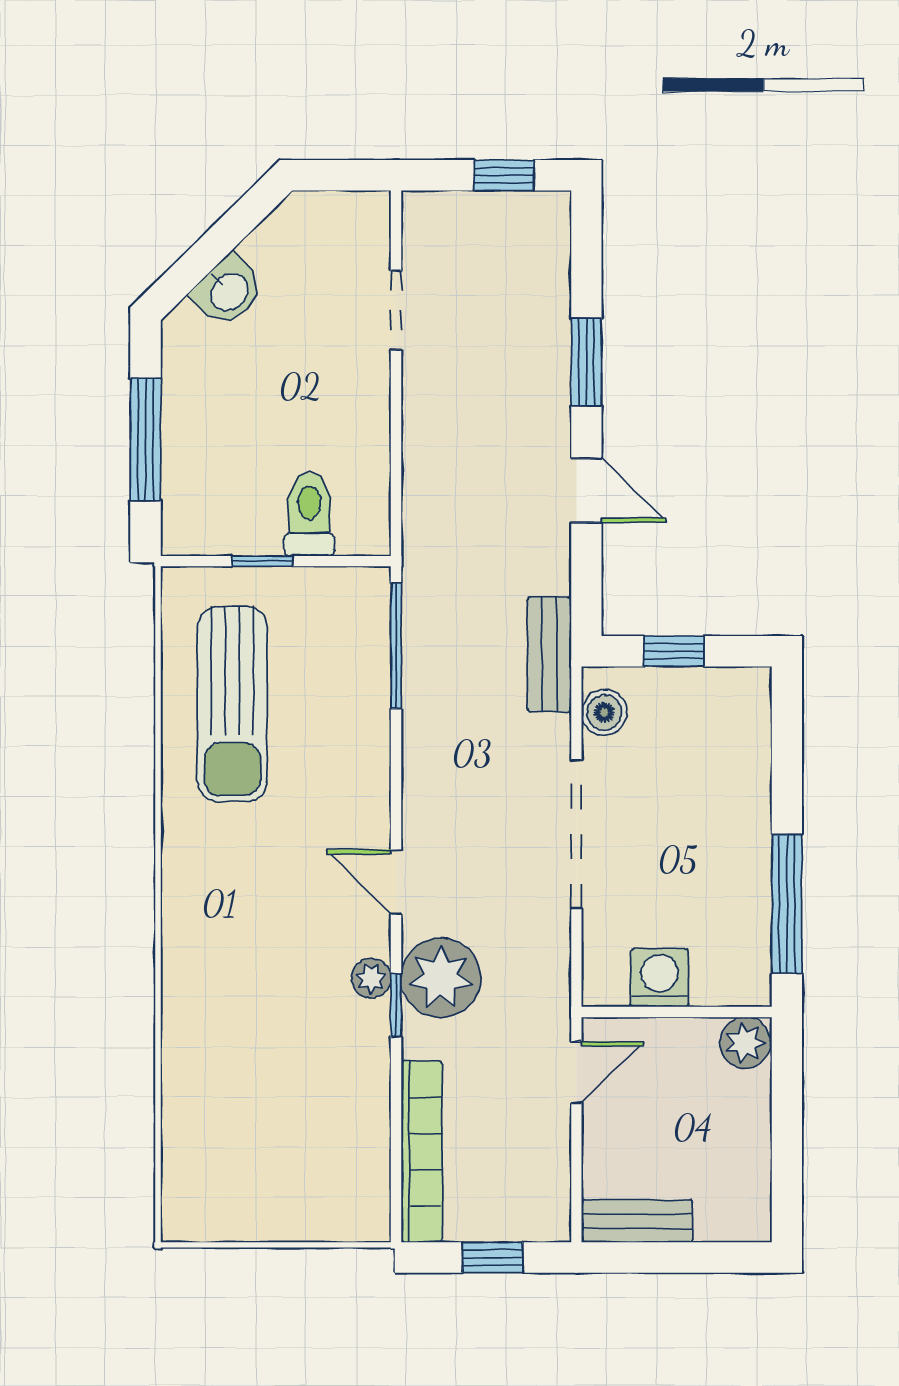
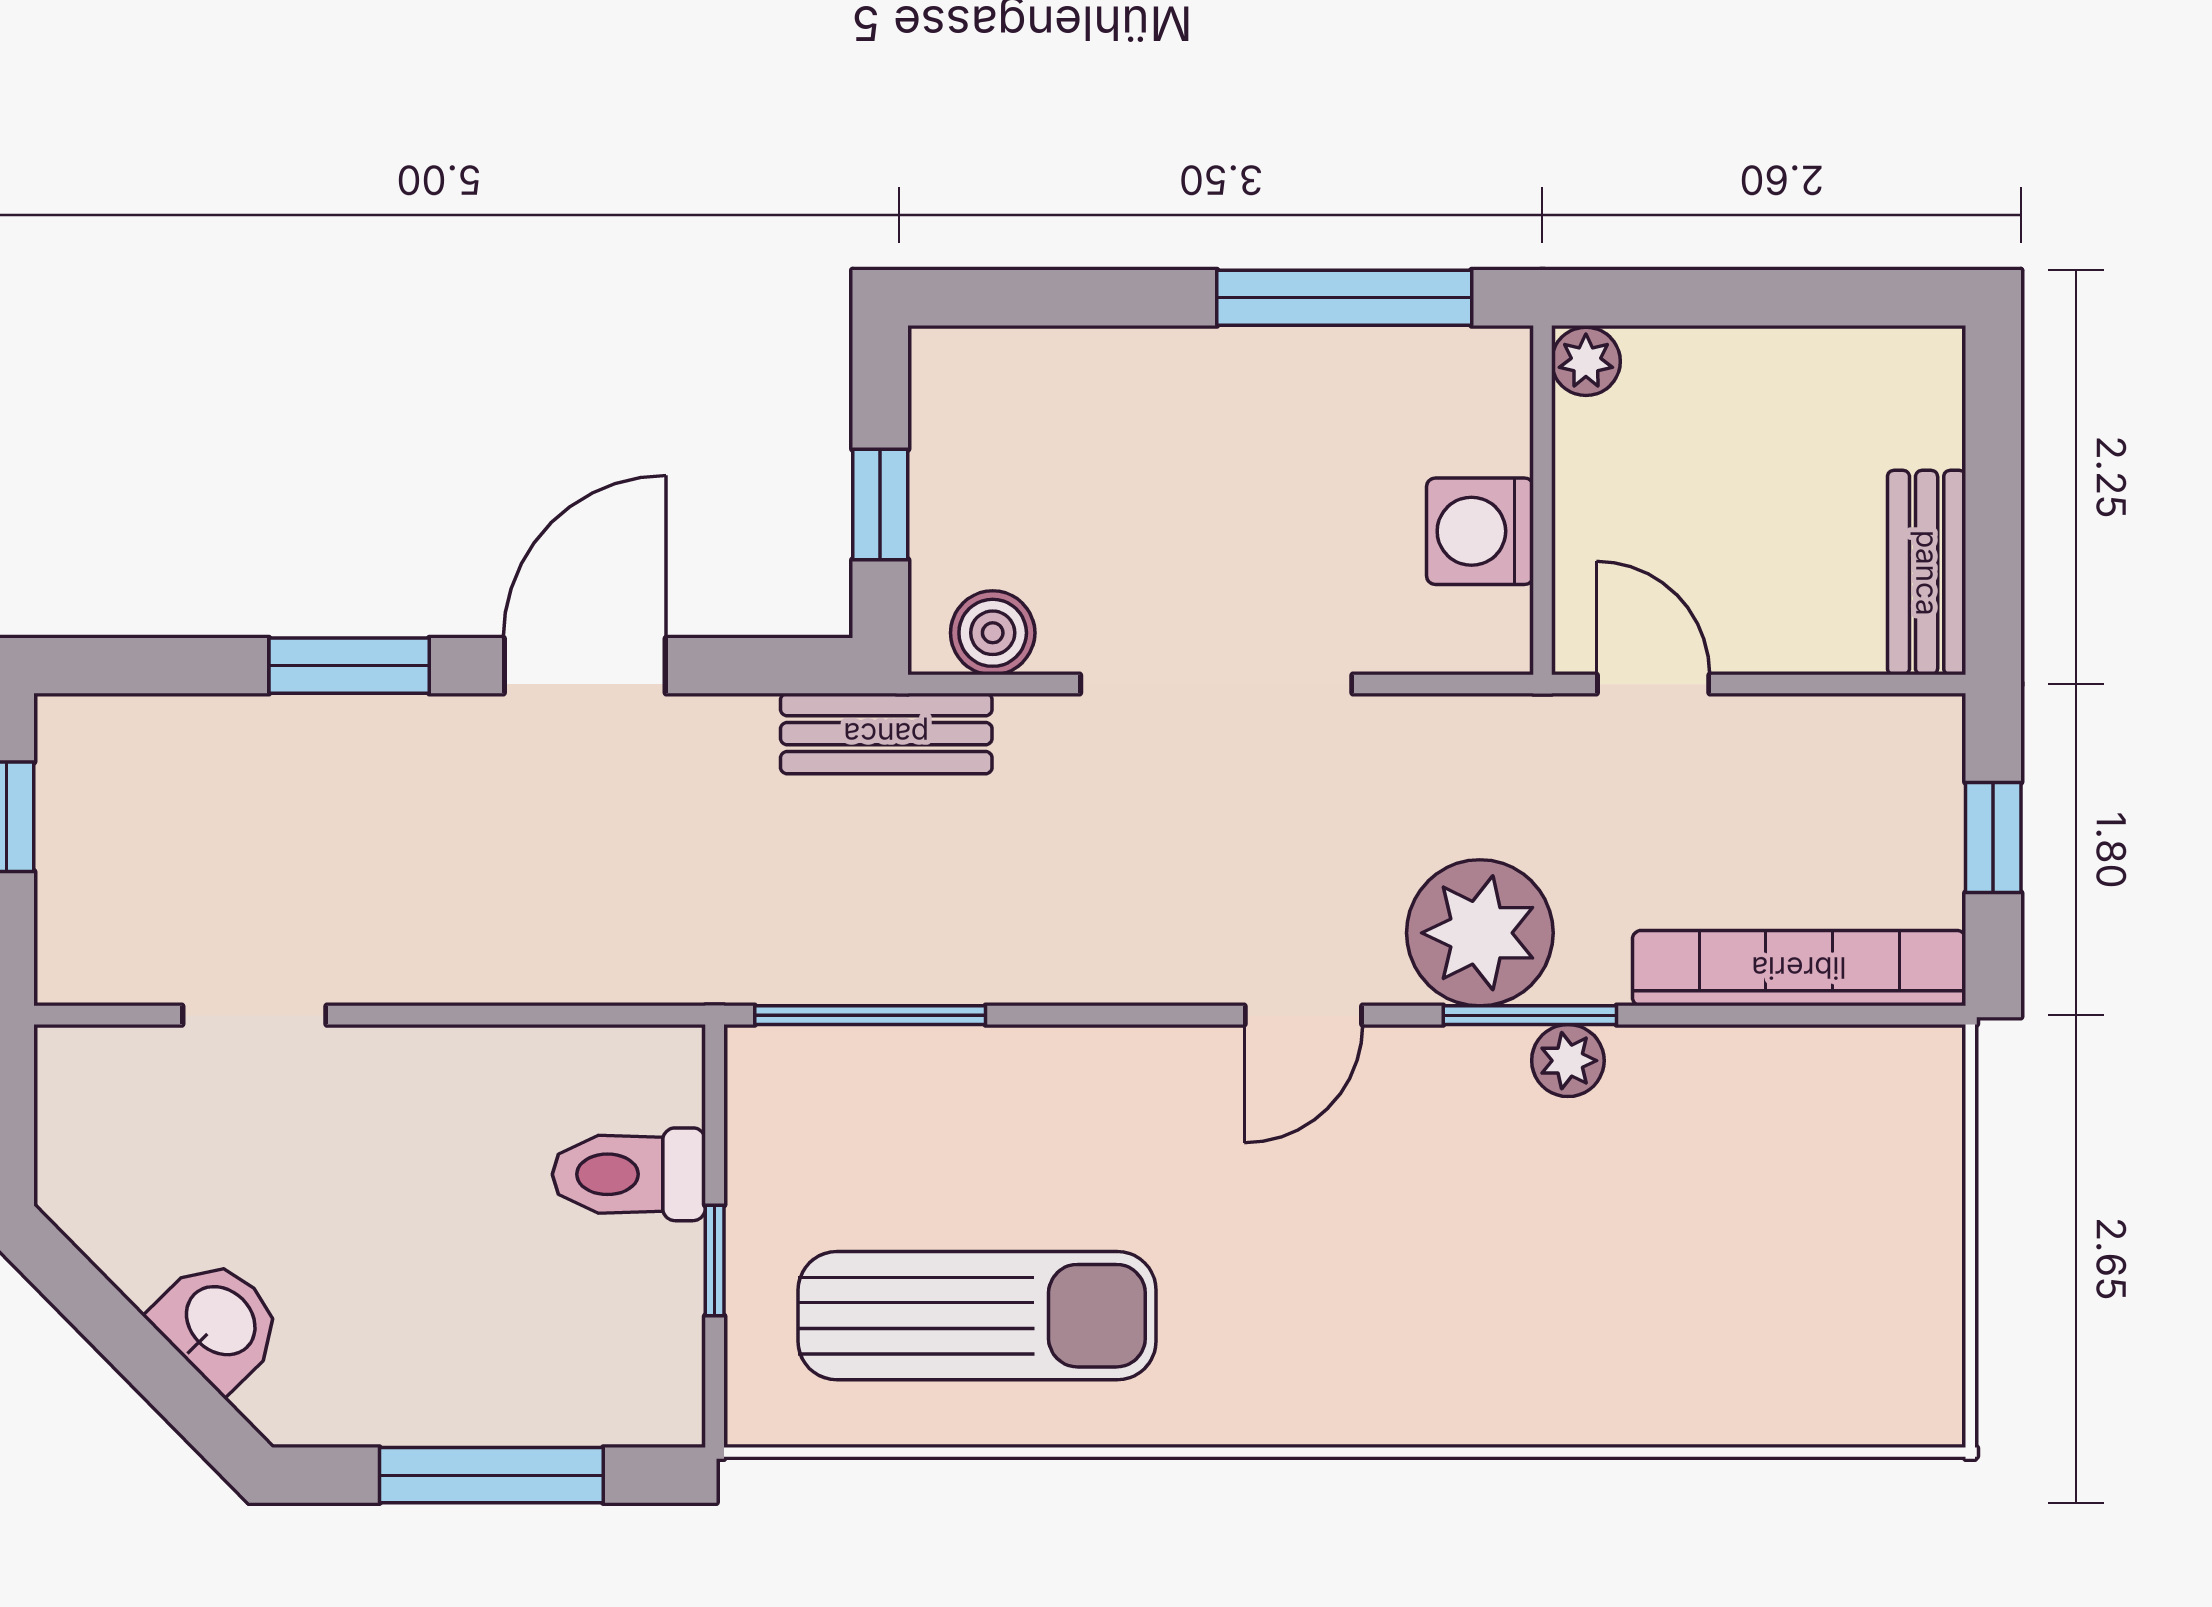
door: (586, 490) -> (585, 666), width x1.38
plant: (371, 978) -> (1568, 1061), moved
window: (396, 1005) -> (1530, 1015), width x1.50
plant: (745, 1043) -> (1586, 361), width x0.73, depth x0.73

